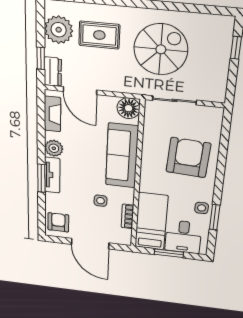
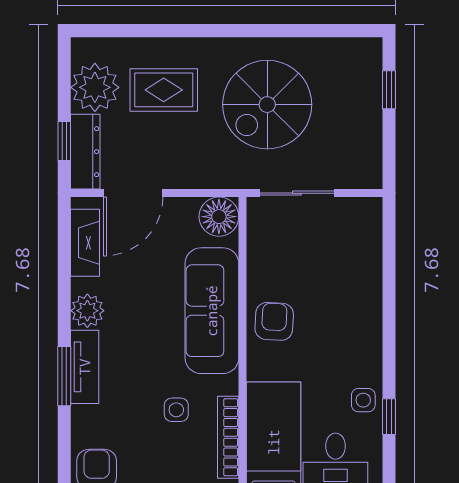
spiral stairs: (161, 49) -> (267, 105), turned 180
dresser: (53, 72) -> (85, 152), width x1.44
door: (80, 91) -> (133, 193), hinge flipped
armchair: (188, 158) -> (274, 321), moved, width x0.53, depth x0.53
bookcase: (127, 216) -> (228, 437), width x1.56
window: (215, 217) -> (389, 417), width x0.67

